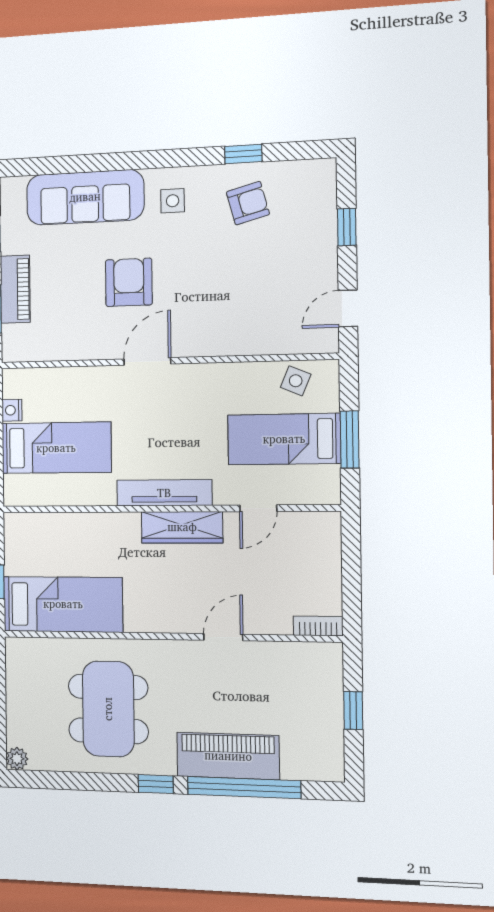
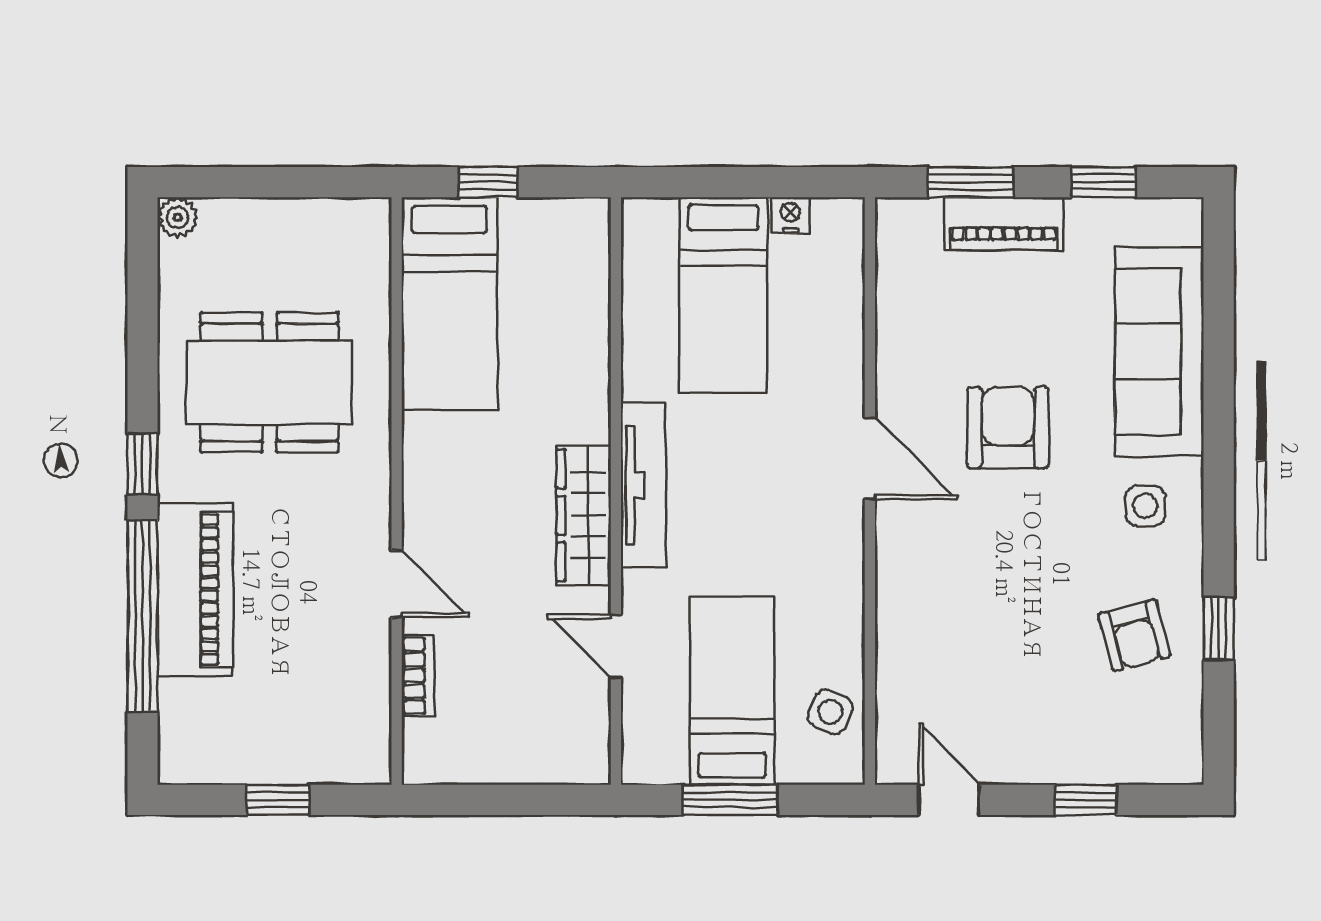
armchair: (129, 282) -> (1008, 428), turned -90
bookcase: (318, 626) -> (418, 676), moved

